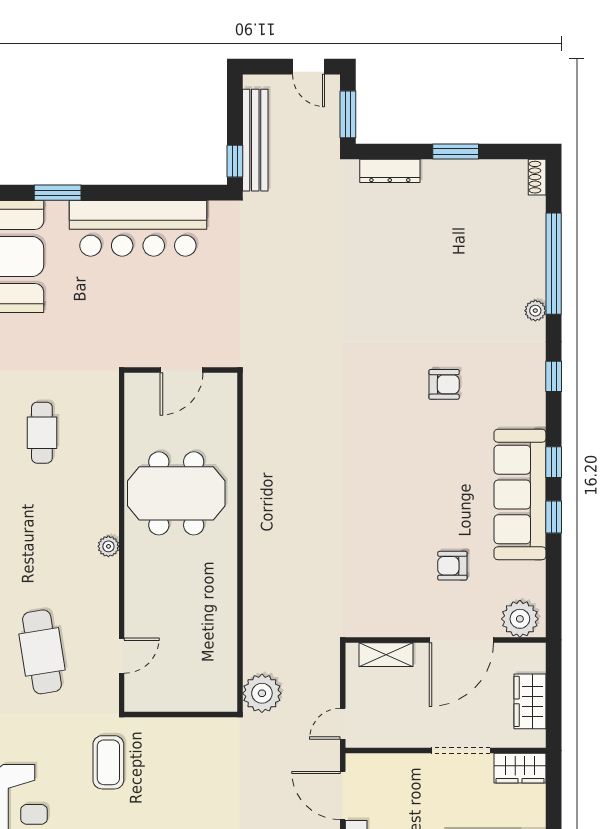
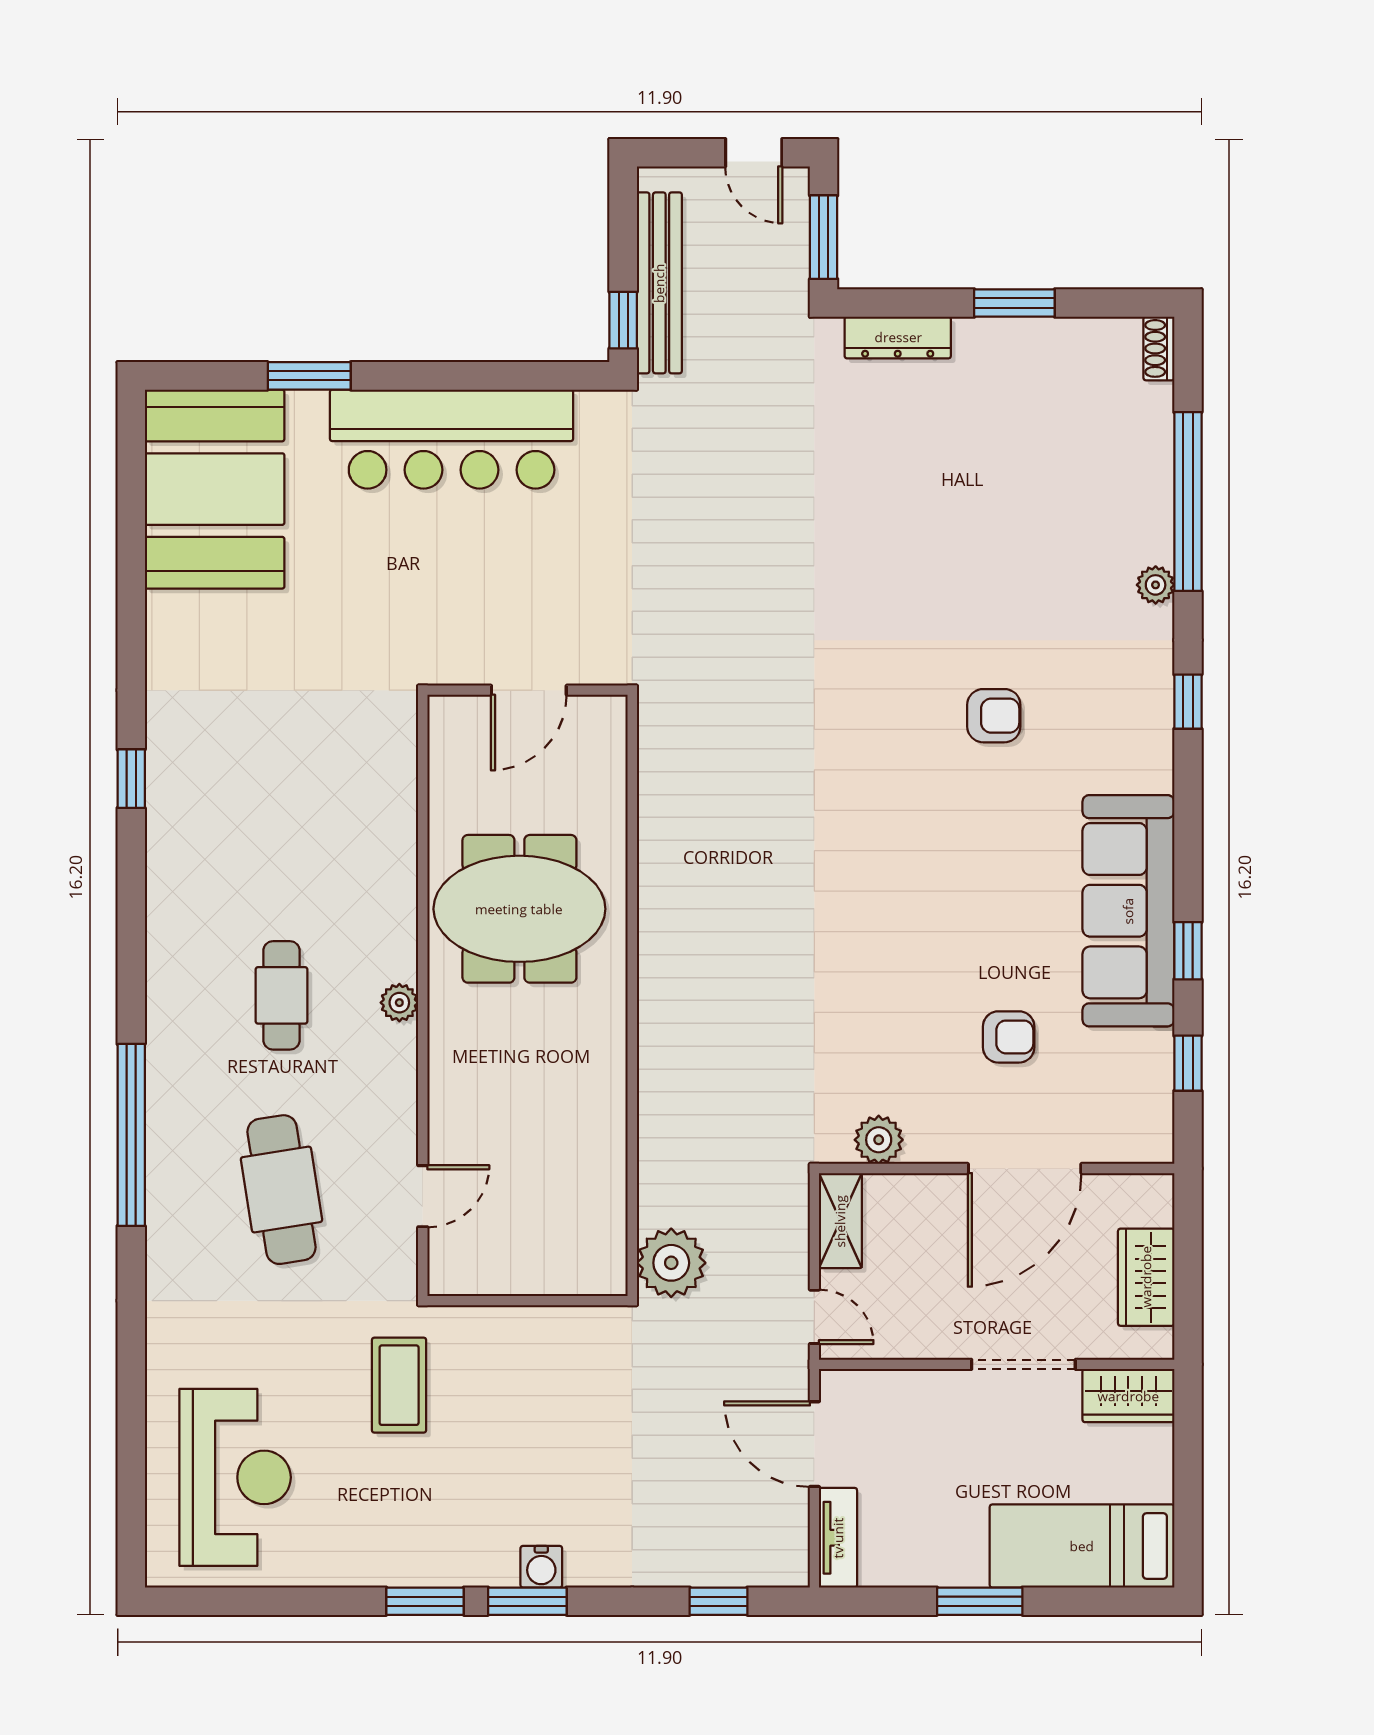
cafe table: (42, 433) -> (282, 995), moved
window: (554, 462) -> (1188, 1063), moved
armchair: (452, 566) -> (1009, 1037), turned 180
plant: (520, 619) -> (879, 1140), moved, width x0.73, depth x0.73
shelving: (386, 655) -> (840, 1221), moved, turned 90
door: (343, 724) -> (814, 1317), swing flipped

